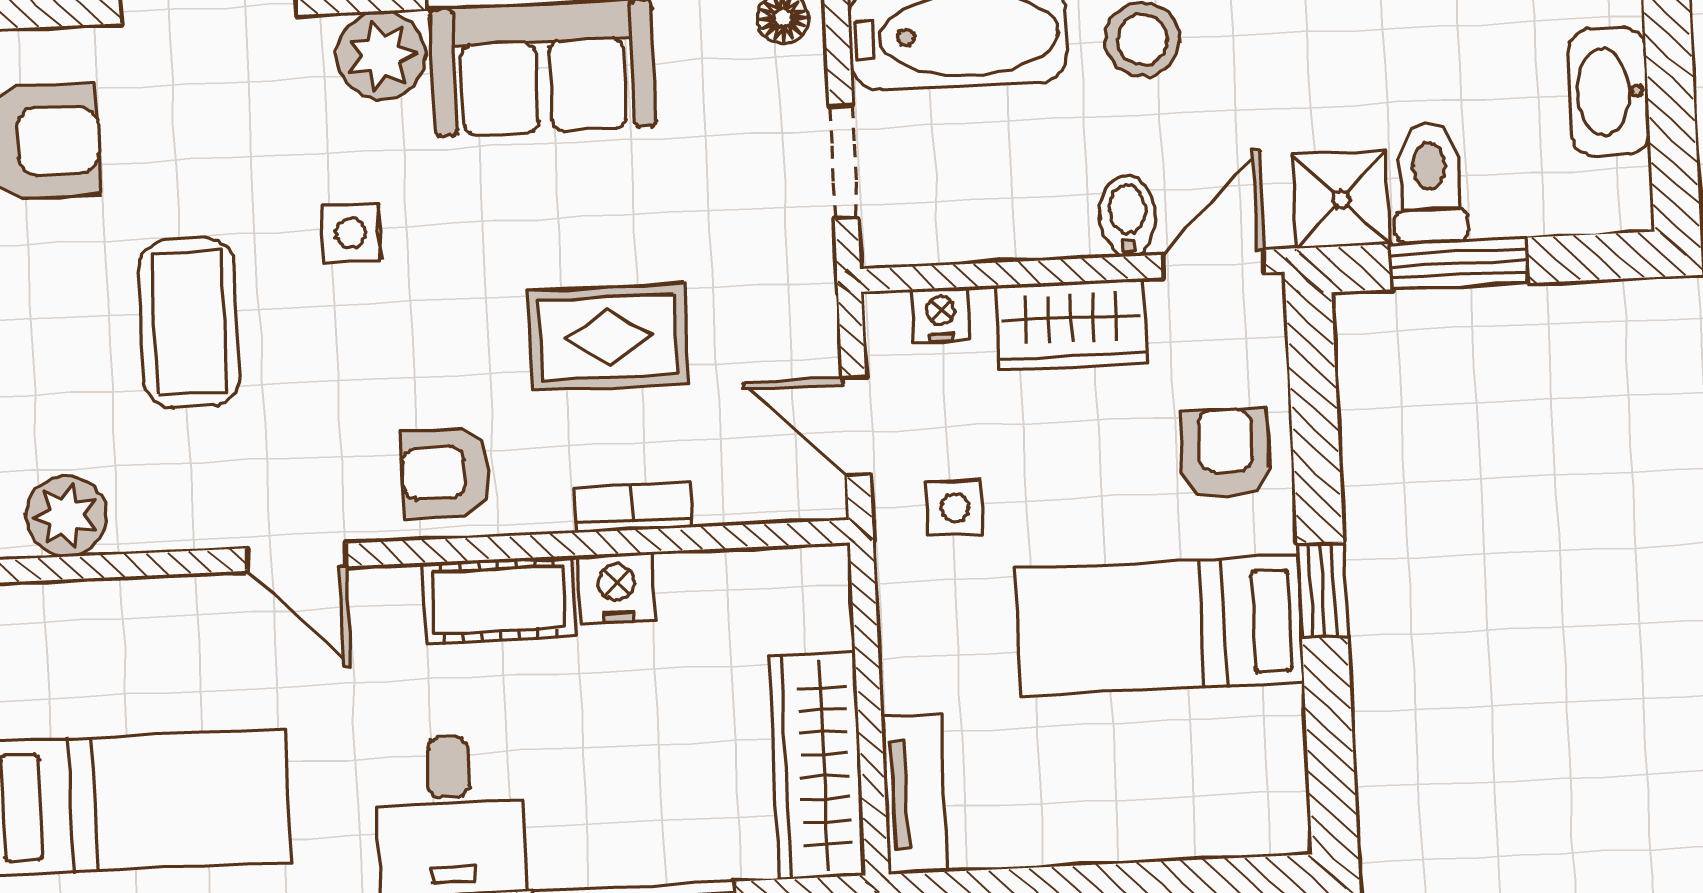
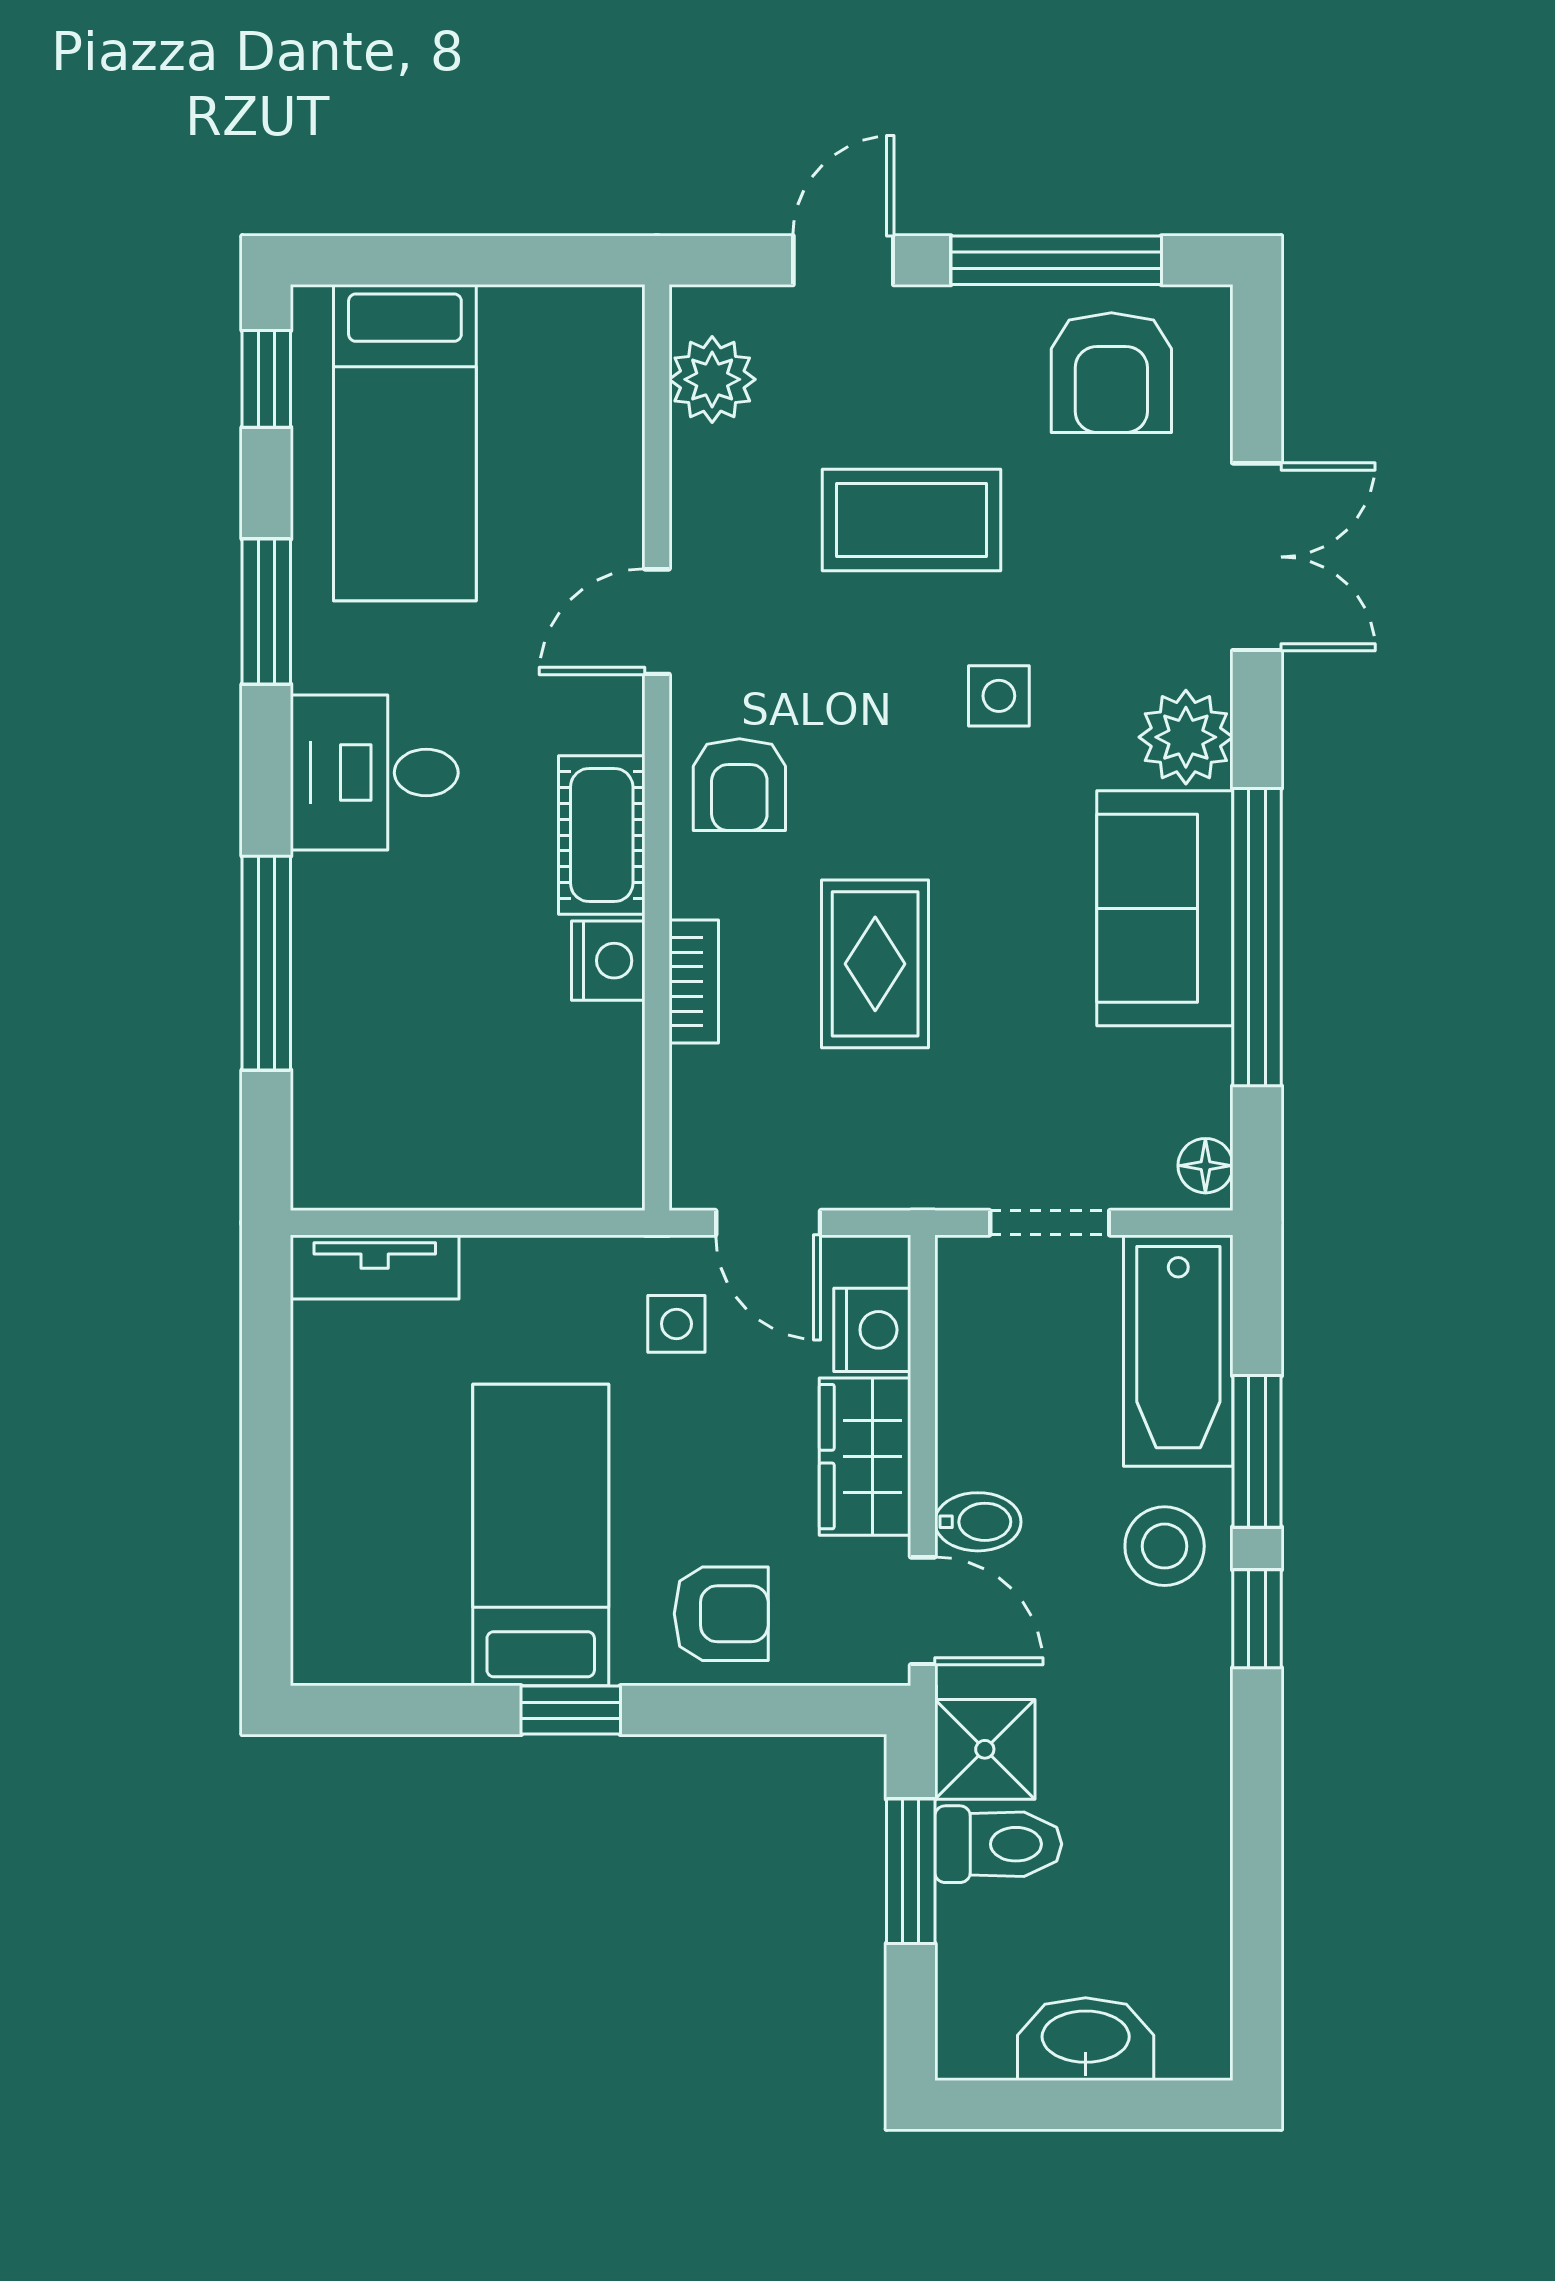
nightstand: (941, 315) -> (872, 1330), width x1.39, depth x1.35
door: (856, 426) -> (768, 1223), swing flipped
armchair: (446, 473) -> (739, 785), turned 180
wardrobe: (817, 766) -> (409, 1165), removed

